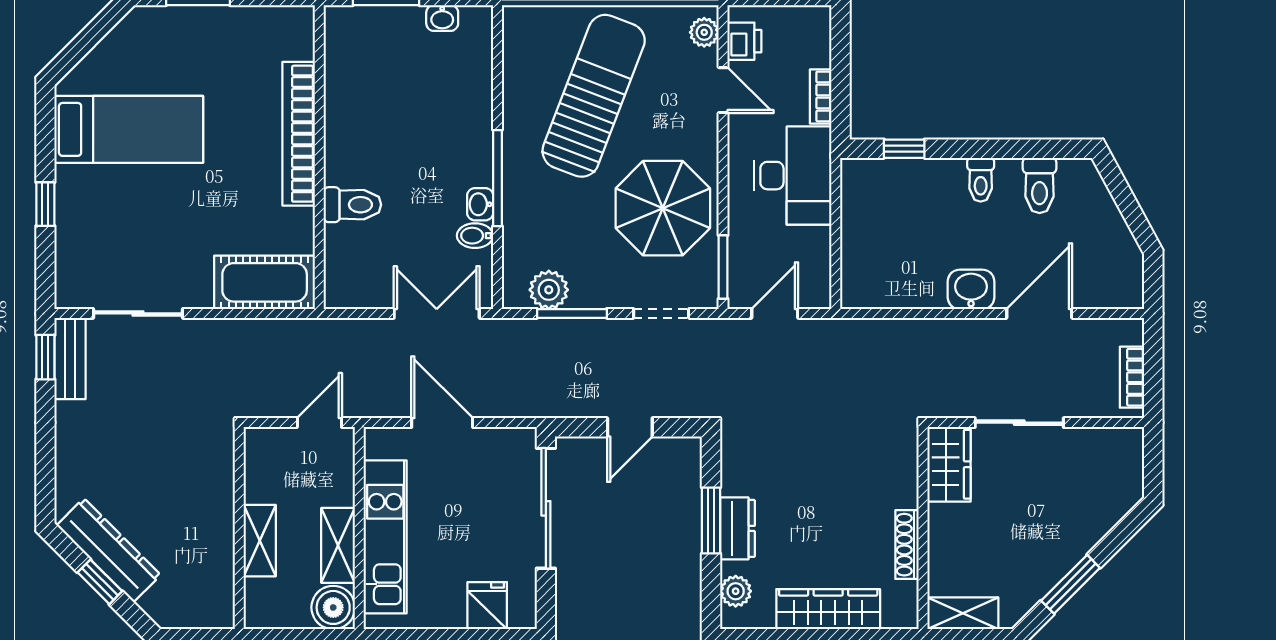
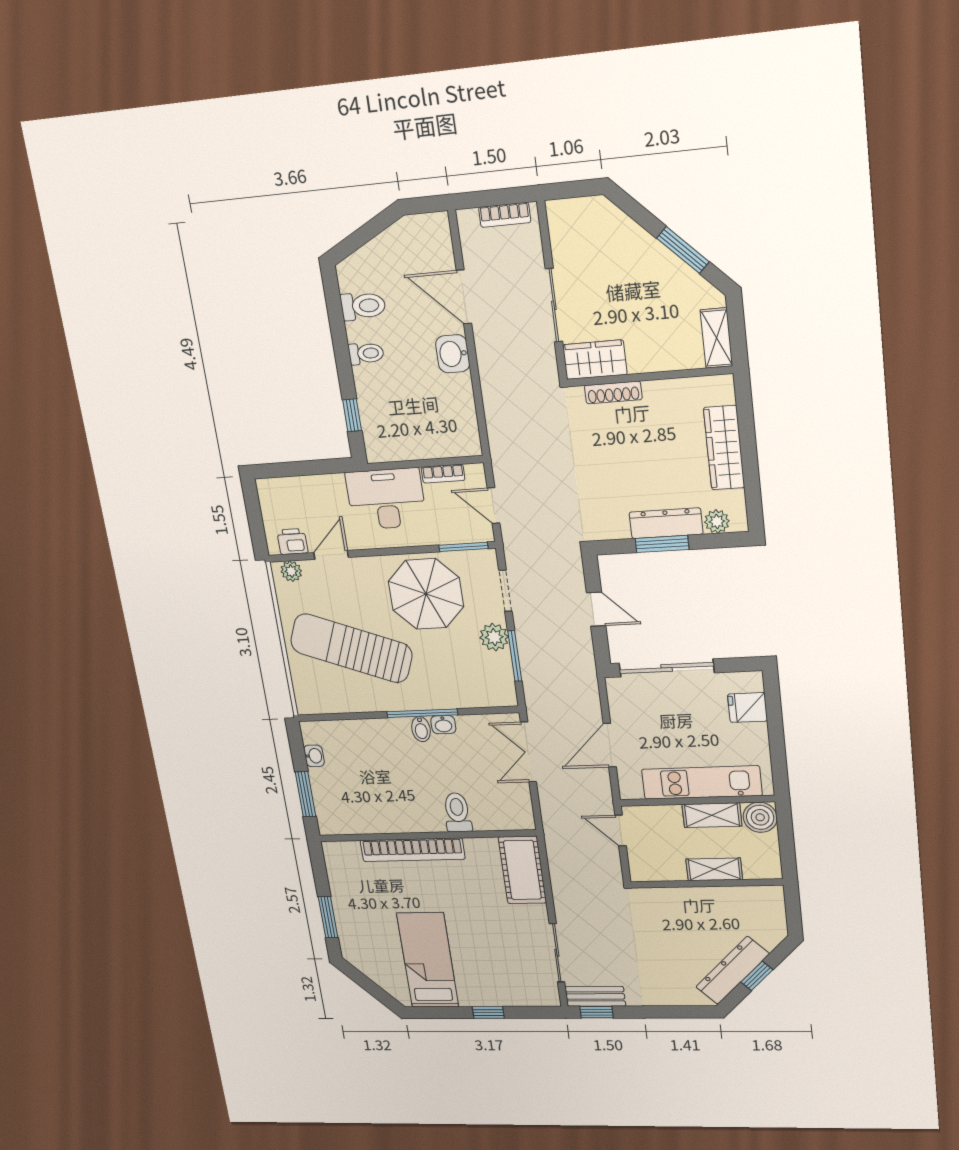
bookcase: (821, 96) -> (443, 474), moved
bidet: (475, 236) -> (421, 729), moved
plant: (549, 290) -> (494, 637), moved
dresser: (737, 528) -> (666, 523), width x1.44
shoe rack: (907, 545) -> (613, 392), moved

